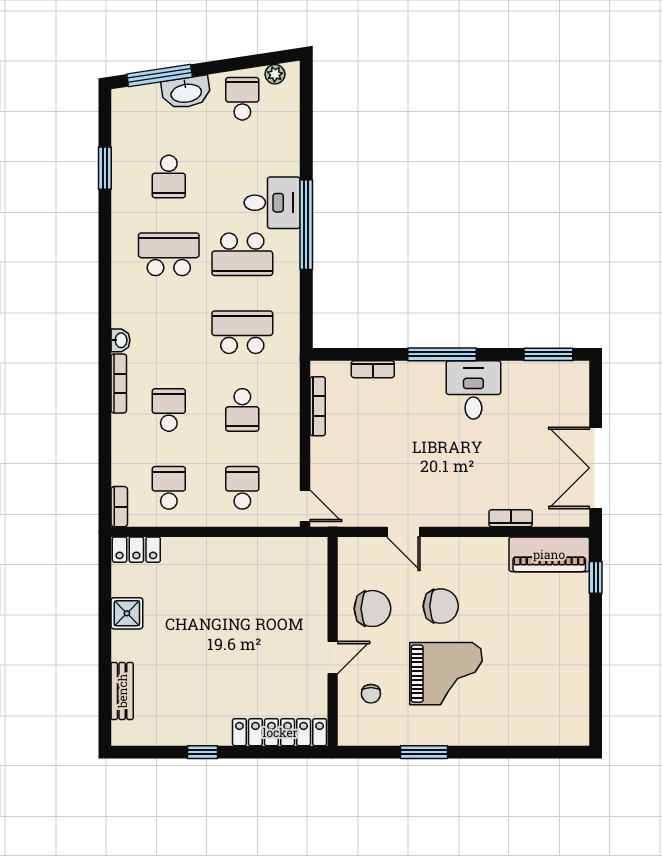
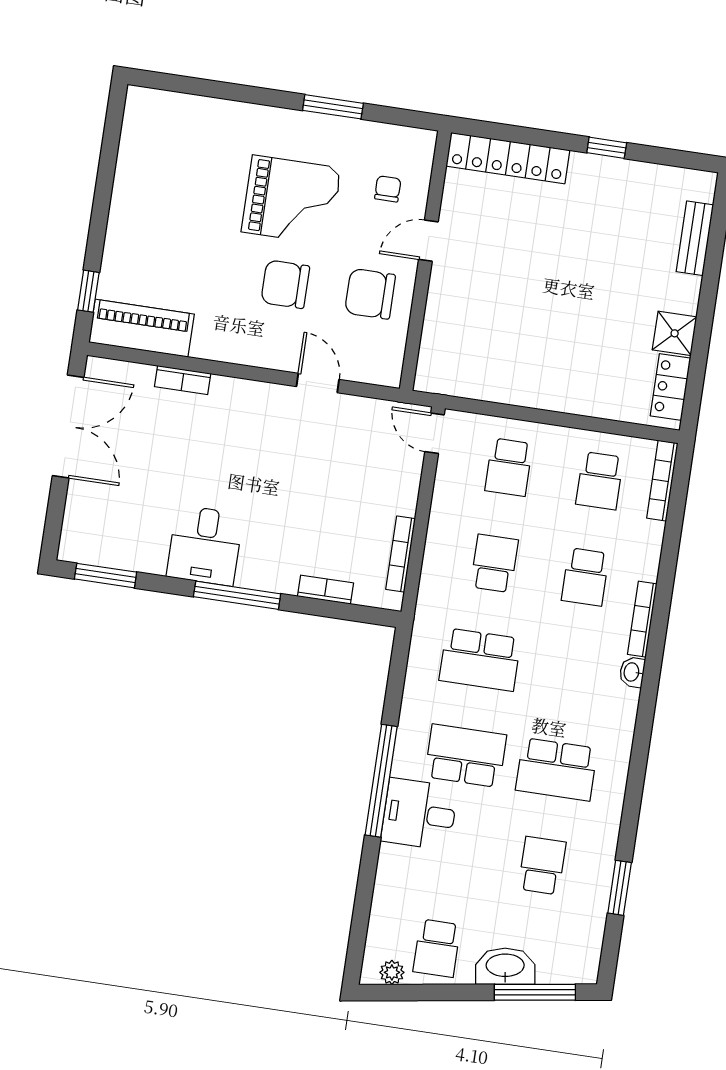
bookcase: (119, 507) -> (662, 481), width x1.56
locker: (136, 550) -> (670, 387), moved, turned -90
grand piano: (446, 674) -> (291, 200), turned 180

